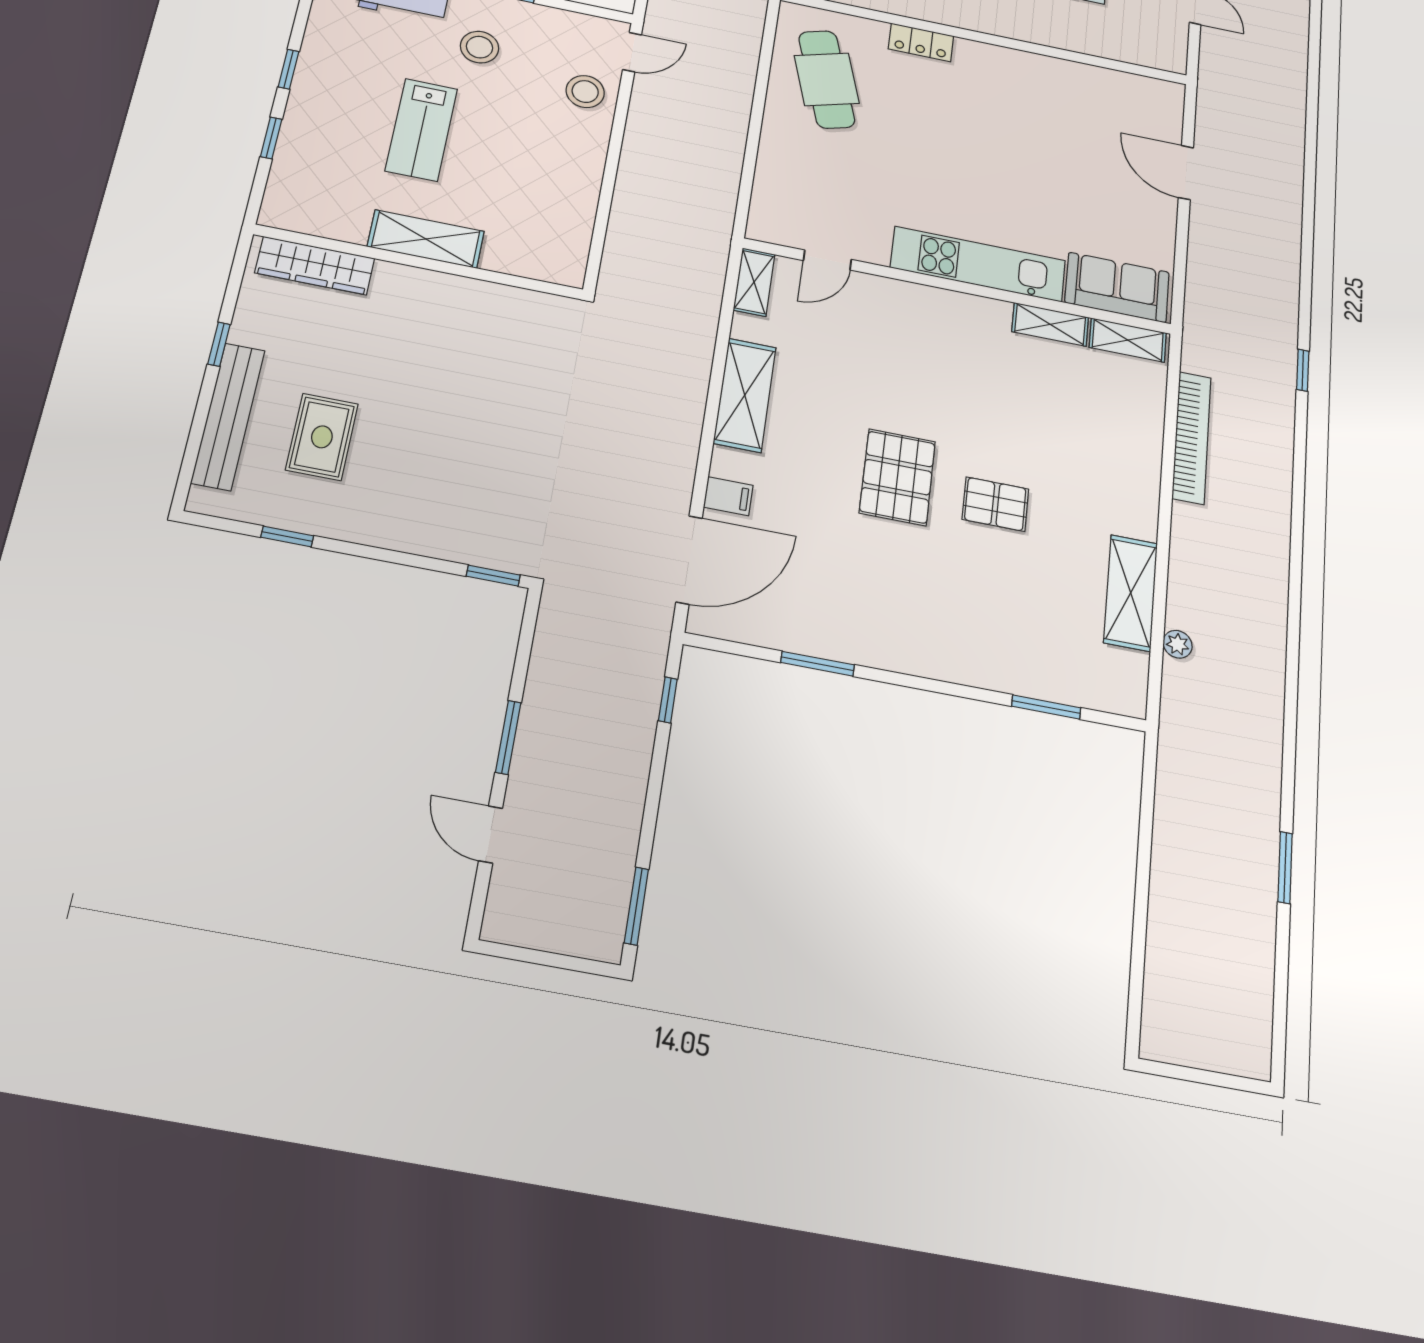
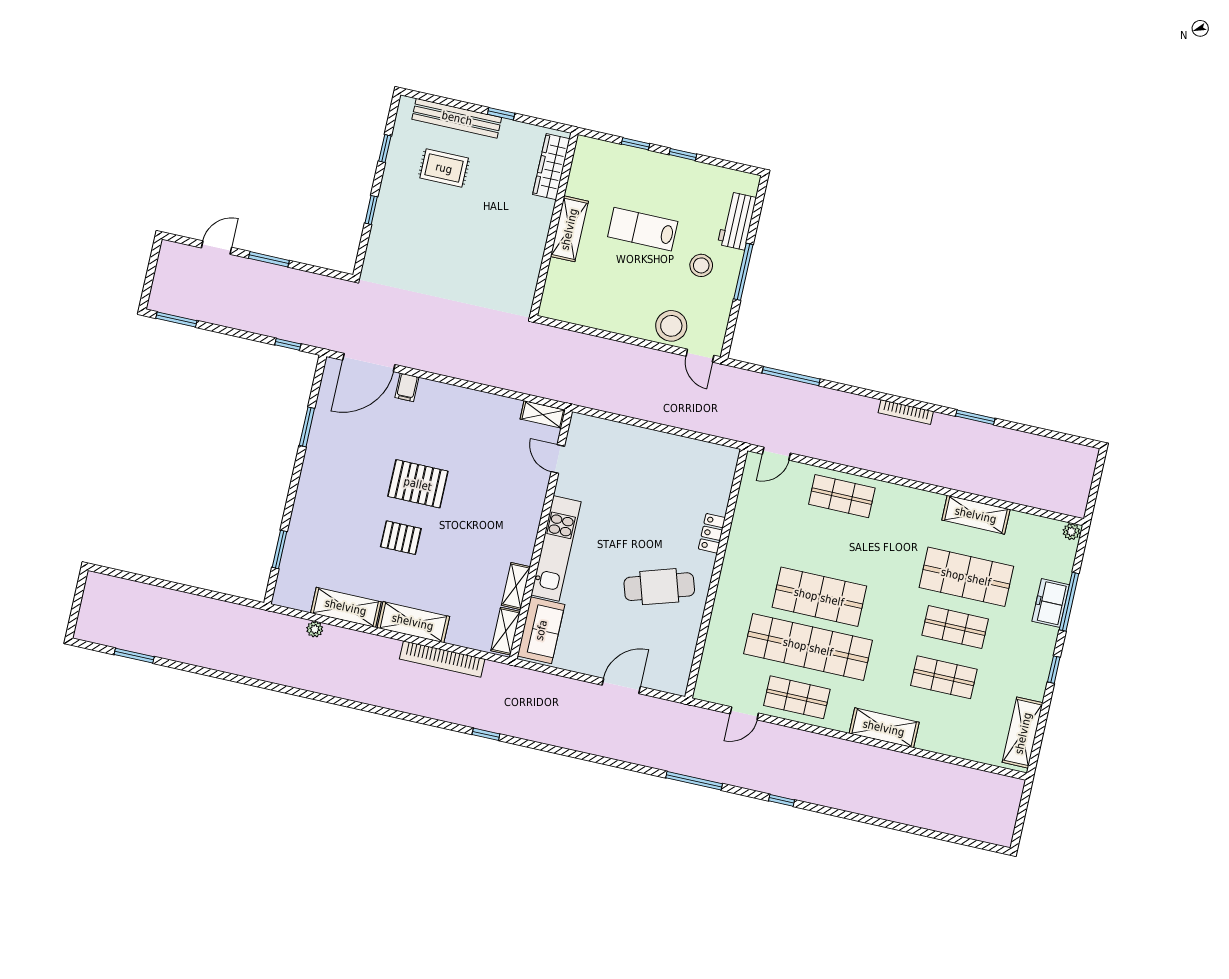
window: (1313, 75) -> (694, 781), added
cafe table: (827, 79) -> (659, 587), moved
stool: (585, 92) -> (671, 326), width x1.38, depth x1.38
shelving: (745, 395) -> (413, 622), moved
pallet: (995, 504) -> (401, 538), turned 90
door: (689, 560) -> (369, 362), hinge flipped
window: (493, 576) -> (371, 210), moved
window: (1285, 867) -> (134, 656), moved

